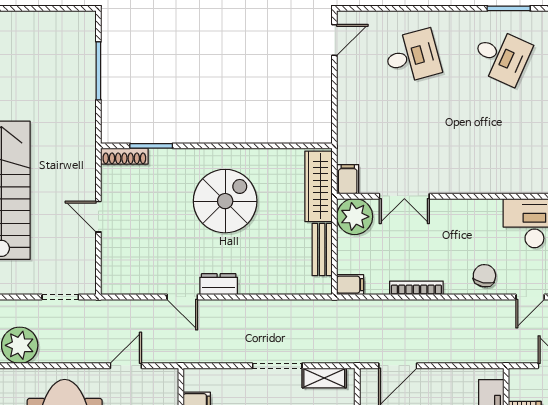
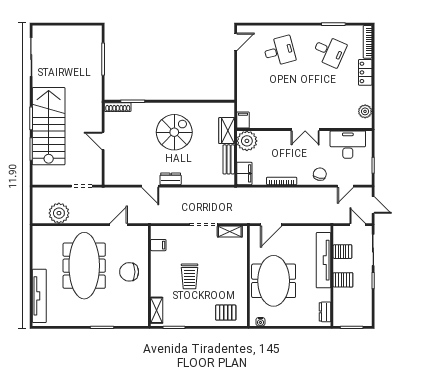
wardrobe: (318, 186) -> (227, 131), width x0.67
double door: (404, 196) -> (305, 129), moved
filing cabinet: (350, 285) -> (244, 173), width x2.00

